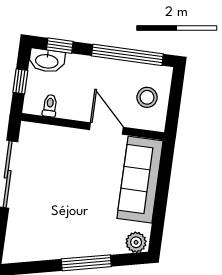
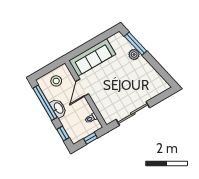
washbasin: (47, 61) -> (58, 108), moved
plant: (136, 242) -> (134, 54), moved
window: (86, 263) -> (136, 44), moved

